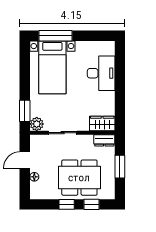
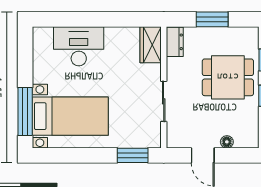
plant: (37, 124) -> (151, 138), removed
dining table: (79, 178) -> (228, 77), width x0.73

